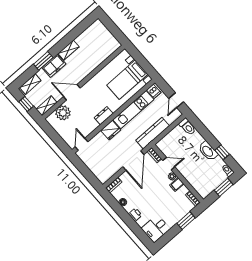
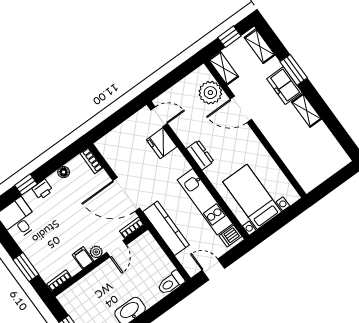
door: (72, 92) -> (241, 109), swing flipped
fridge: (111, 130) -> (162, 143), moved
window: (133, 226) -> (26, 185), added

